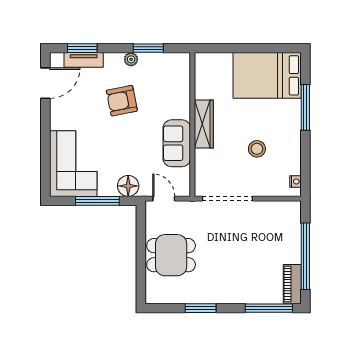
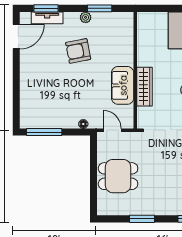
wardrobe: (204, 124) -> (145, 87), moved
corner sofa: (73, 164) -> (39, 102), removed
floor lamp: (128, 186) -> (83, 124), width x0.53, depth x0.53
window: (97, 201) -> (44, 132), moved

